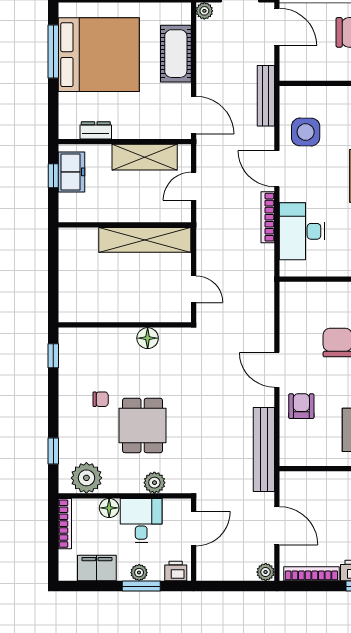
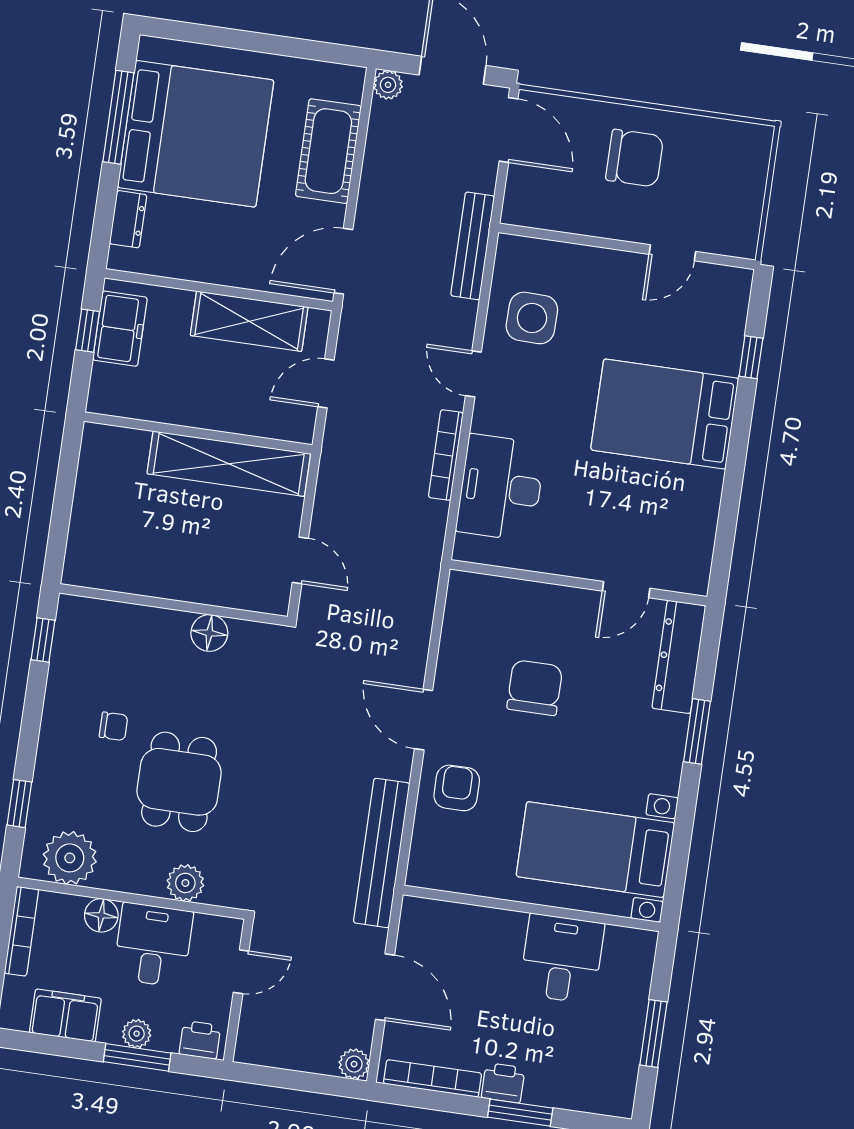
door: (194, 115) -> (343, 261), swing flipped
dresser: (96, 130) -> (128, 219), moved, turned 90
door: (277, 169) -> (473, 374), width x0.73
door: (194, 529) -> (241, 972), width x0.73

